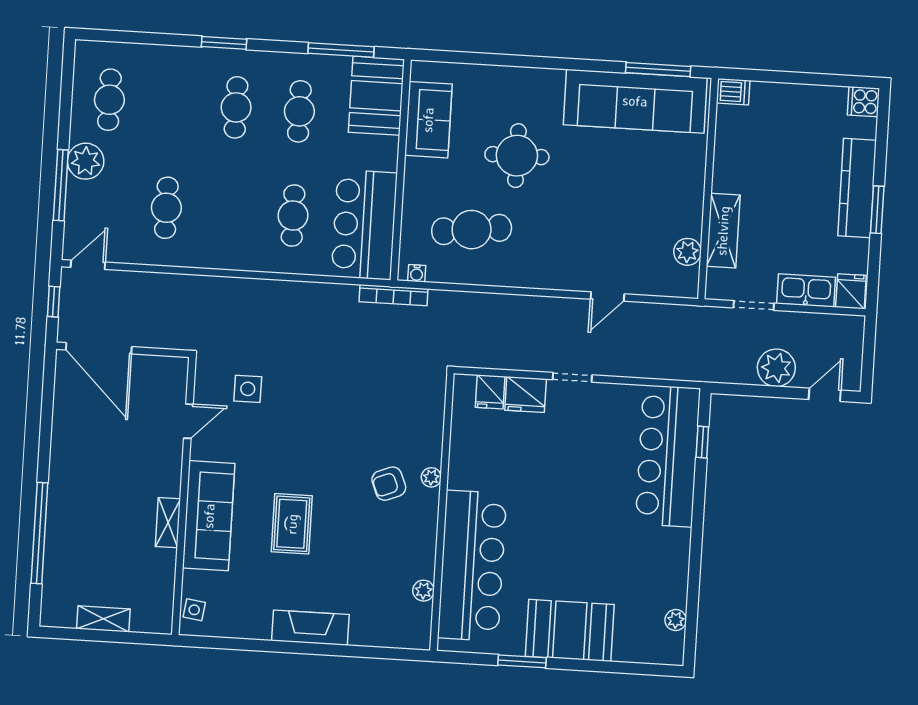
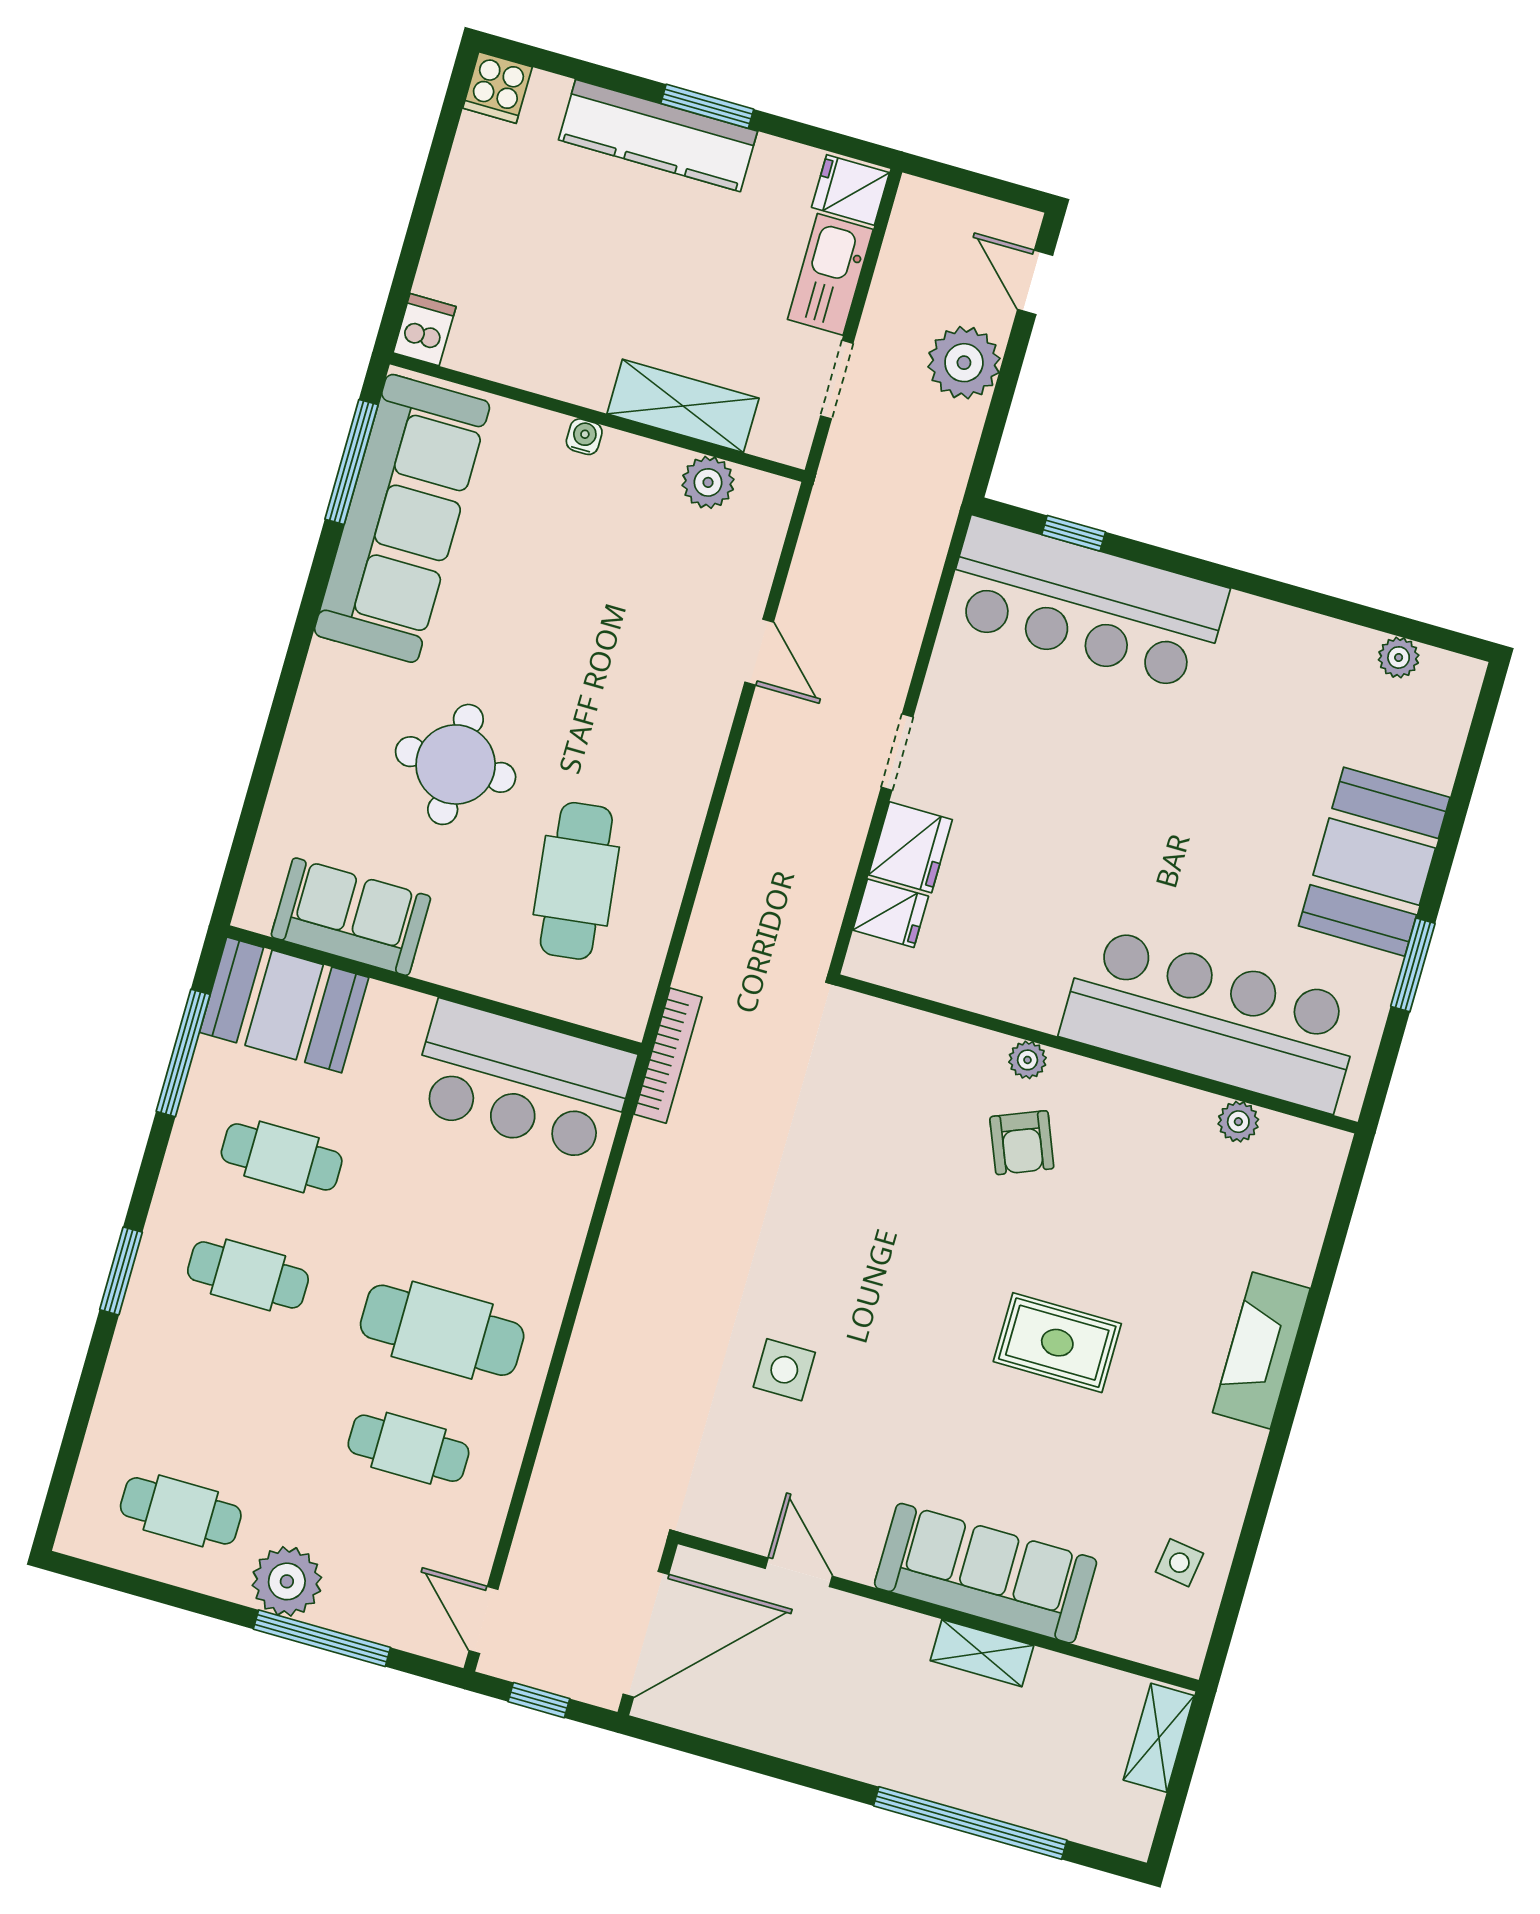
cafe table: (293, 216) -> (442, 1330), moved, width x1.37, depth x1.35
water cooler: (417, 273) -> (584, 437), moved, turned -90
door: (188, 421) -> (799, 1572), moved
wall: (184, 496) -> (938, 1612), moved
sofa: (209, 516) -> (986, 1573), moved
shelving: (168, 523) -> (982, 1653), moved

